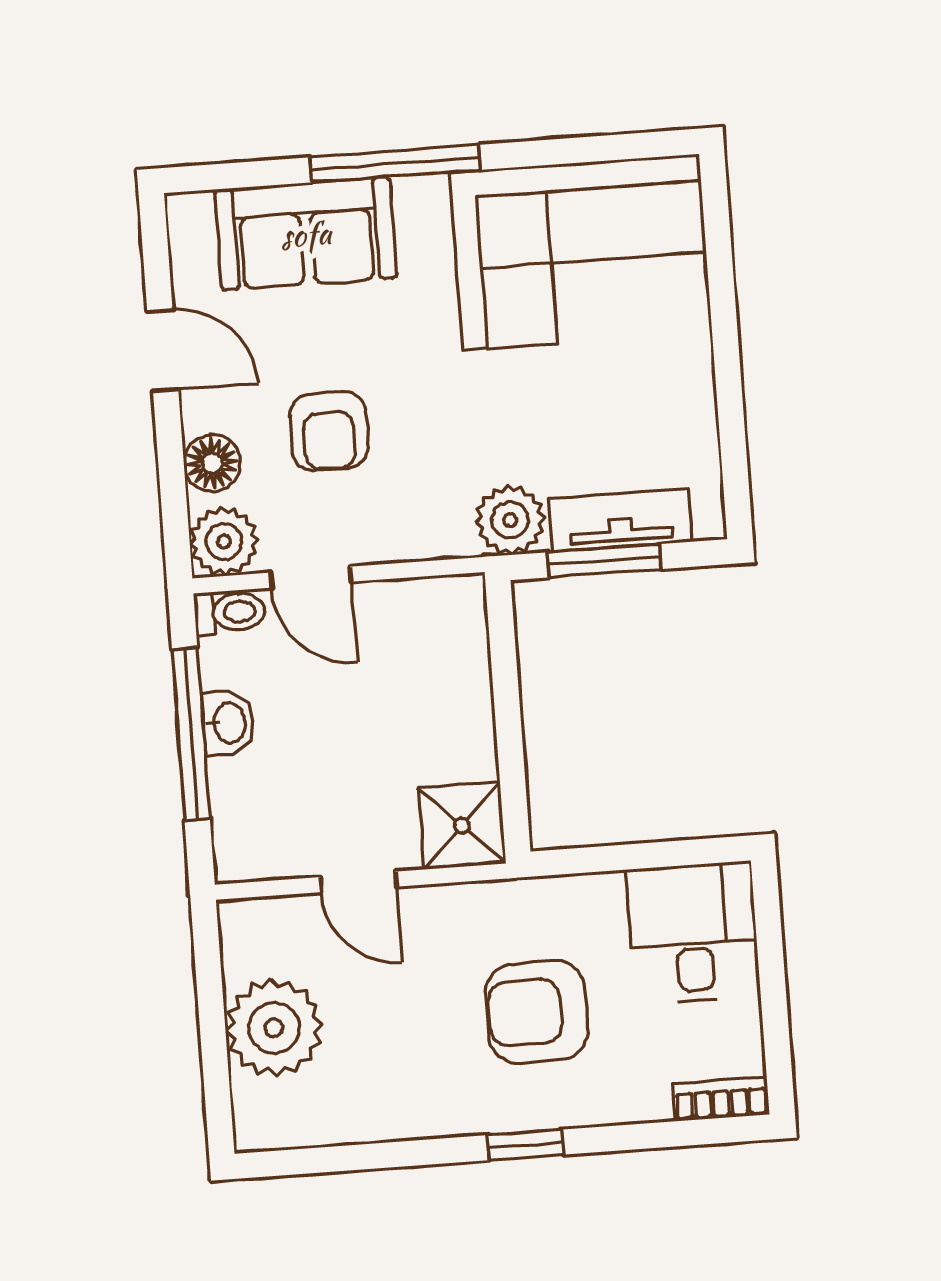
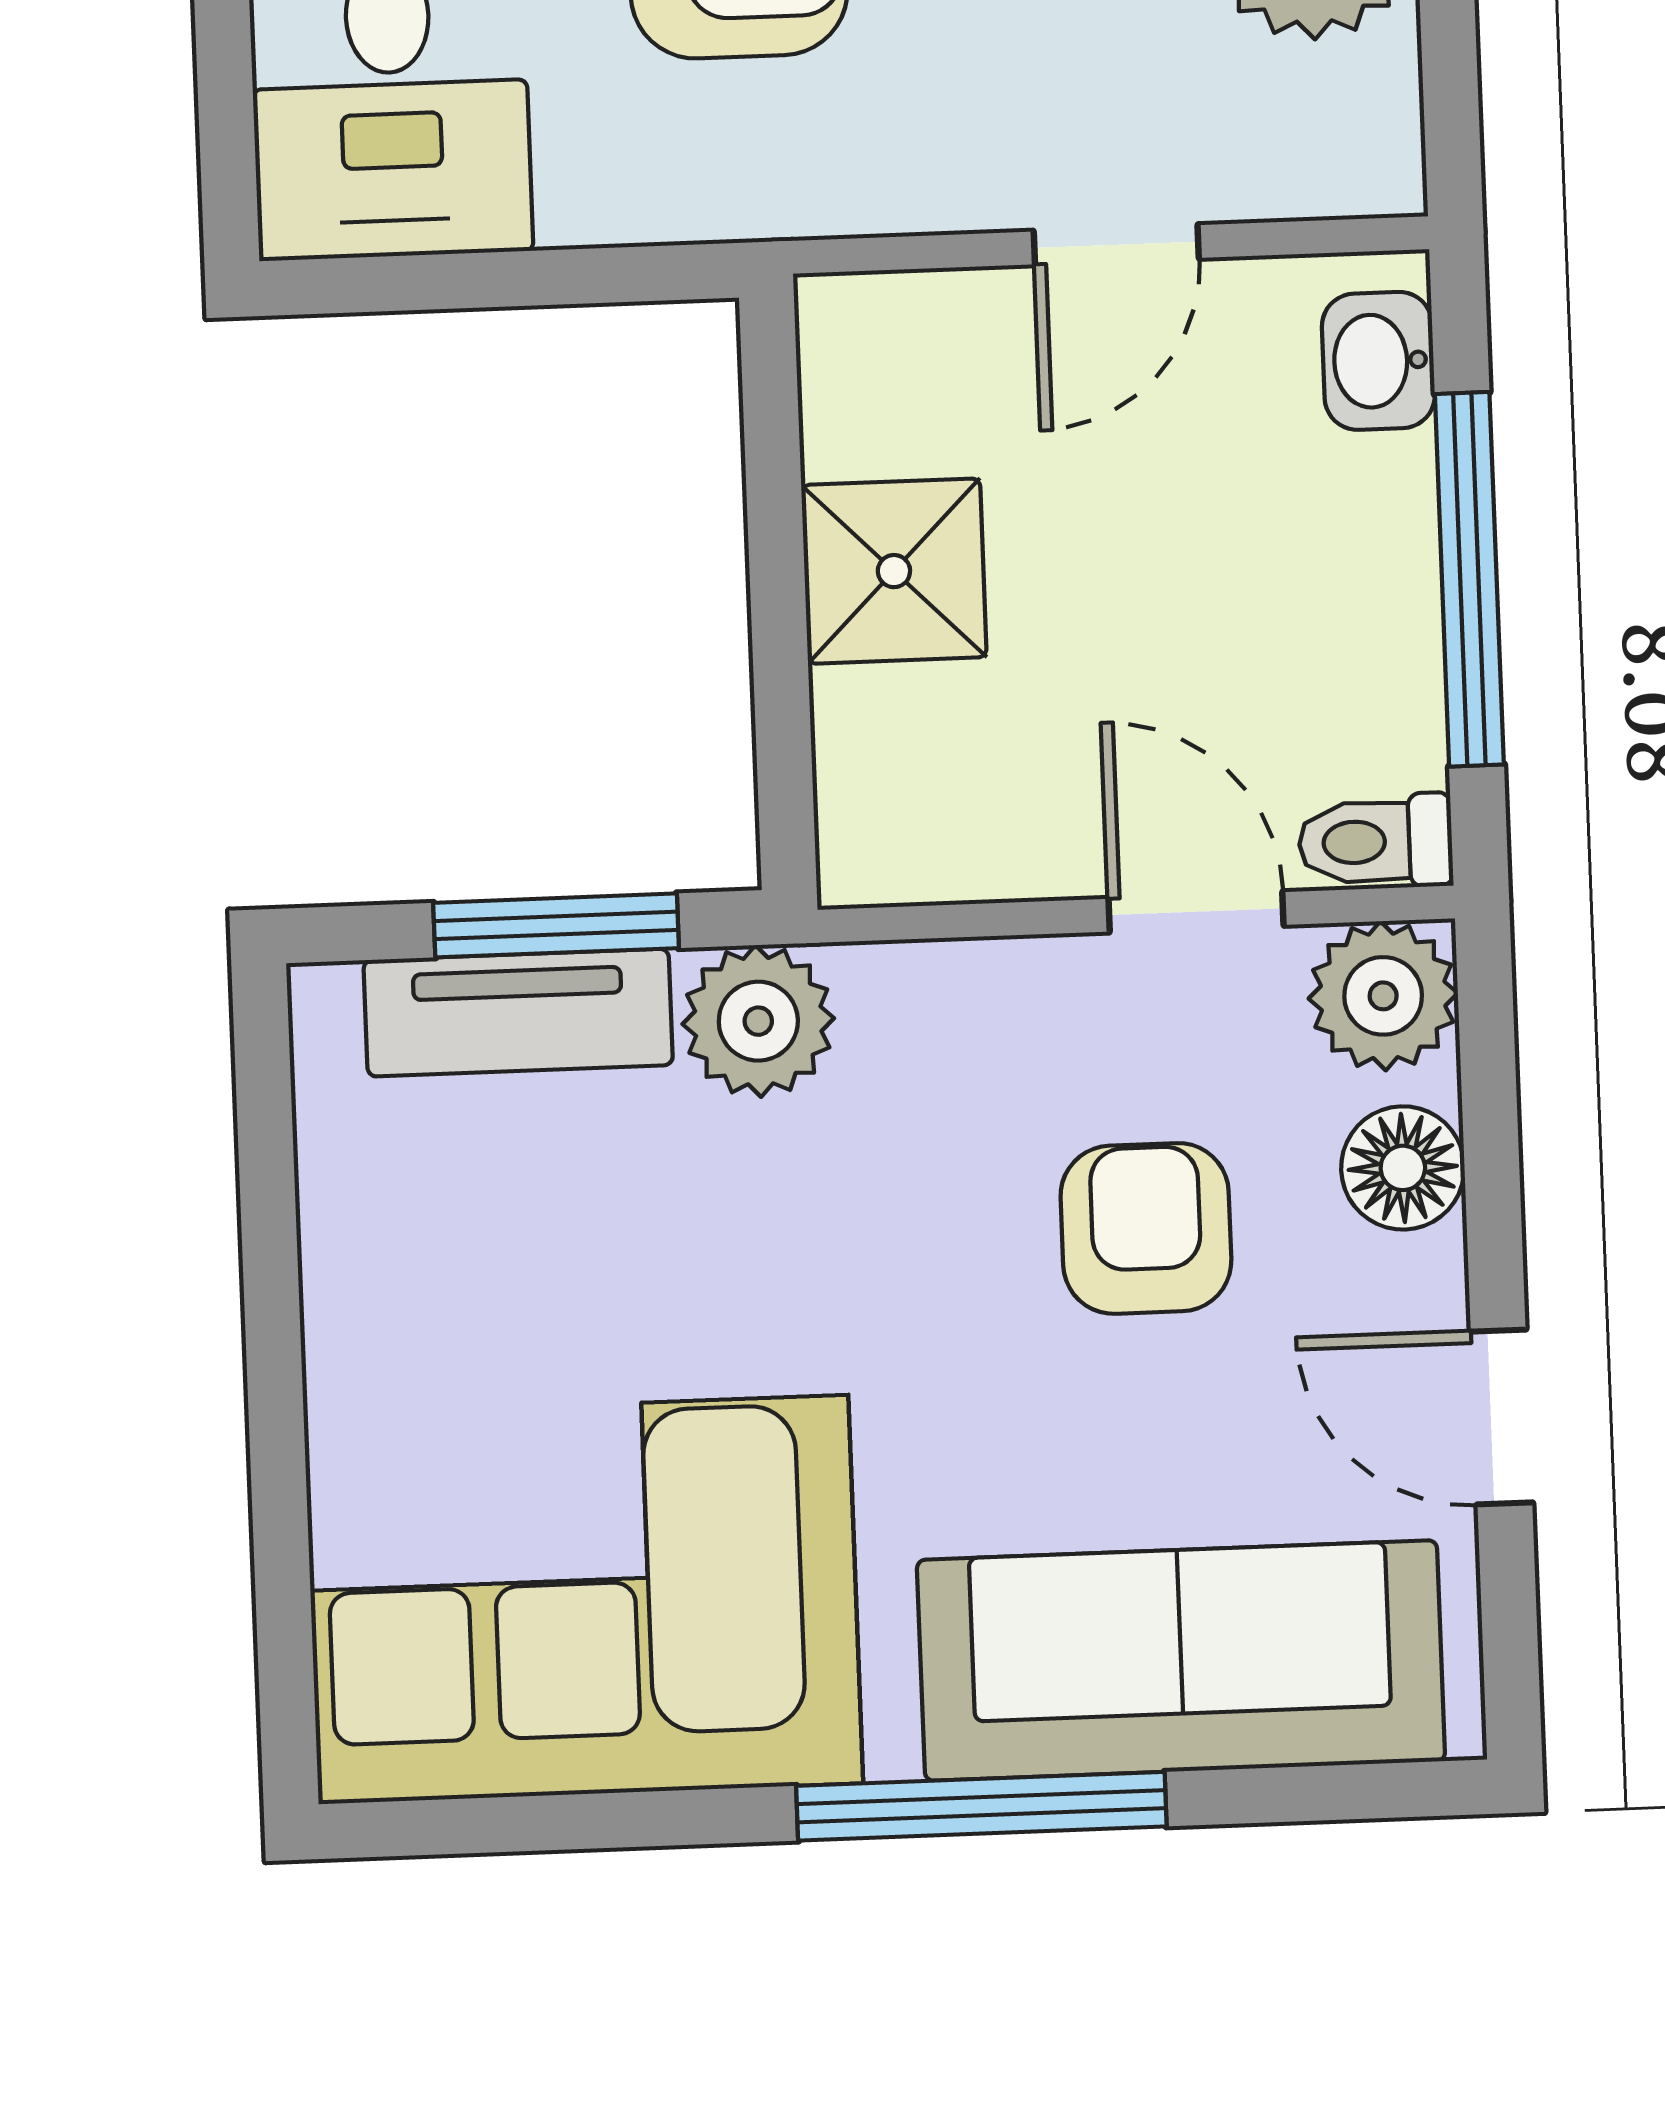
sofa: (306, 234) -> (1181, 1660), width x1.36
washbasin: (228, 723) -> (1378, 361), moved
shower: (462, 825) -> (894, 571), moved
door: (358, 882) -> (1116, 245), swing flipped

